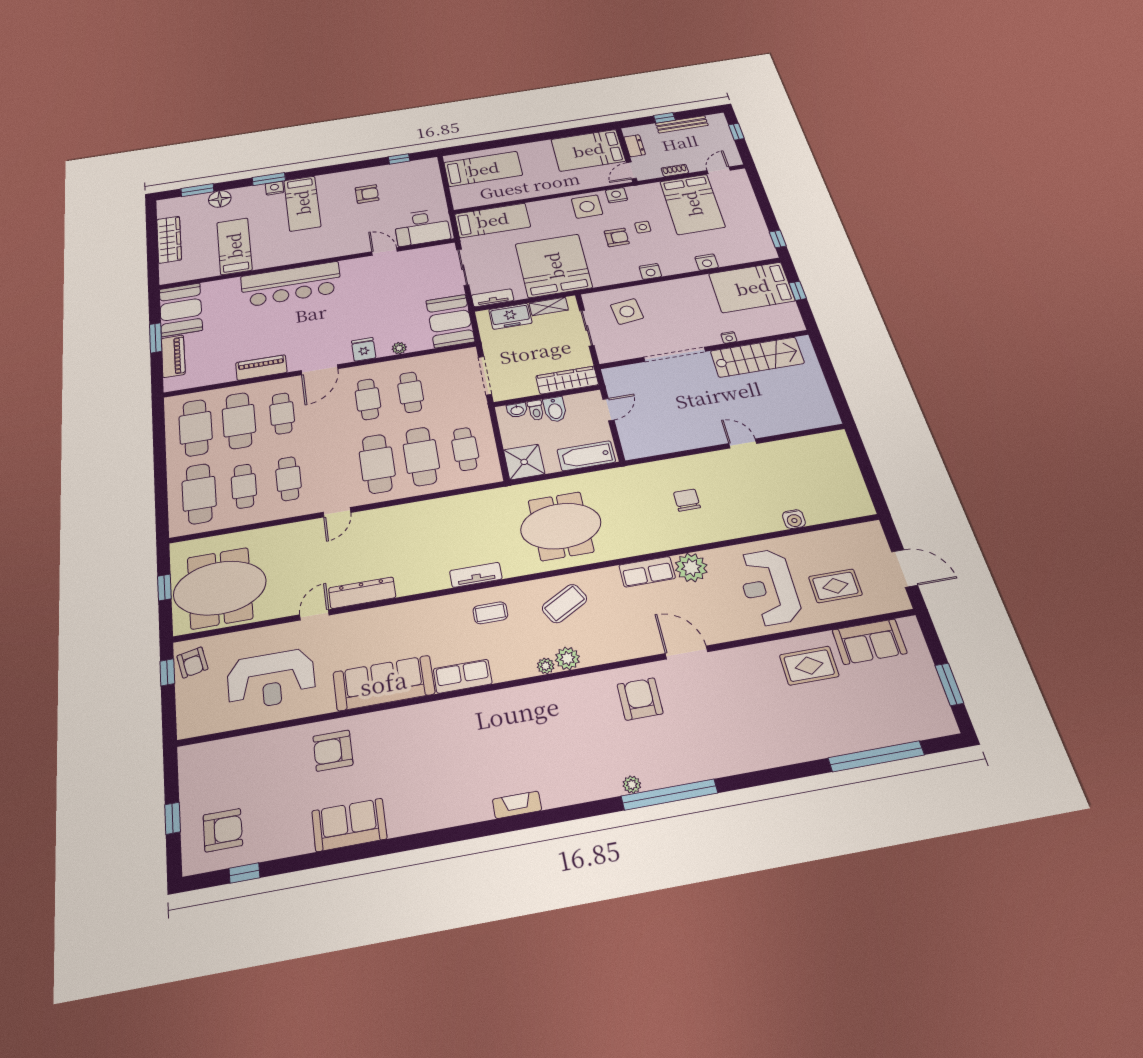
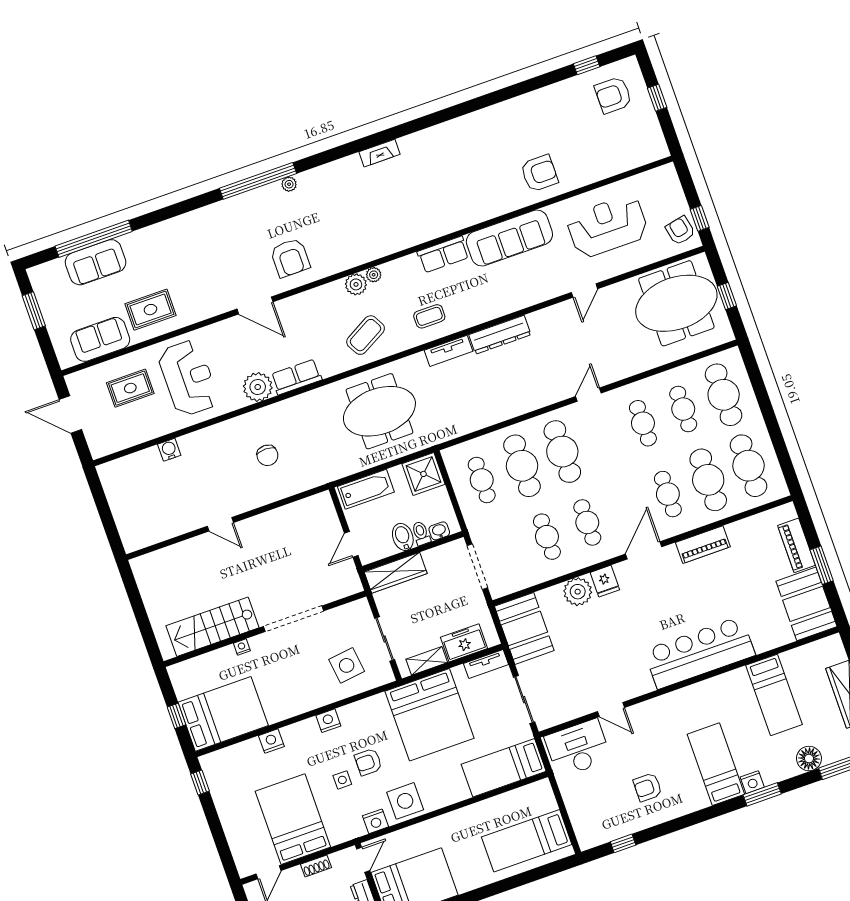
plant: (399, 348) -> (578, 592), width x1.88, depth x1.88
dresser: (362, 593) -> (500, 335), moved
sofa: (349, 825) -> (96, 262), moved

